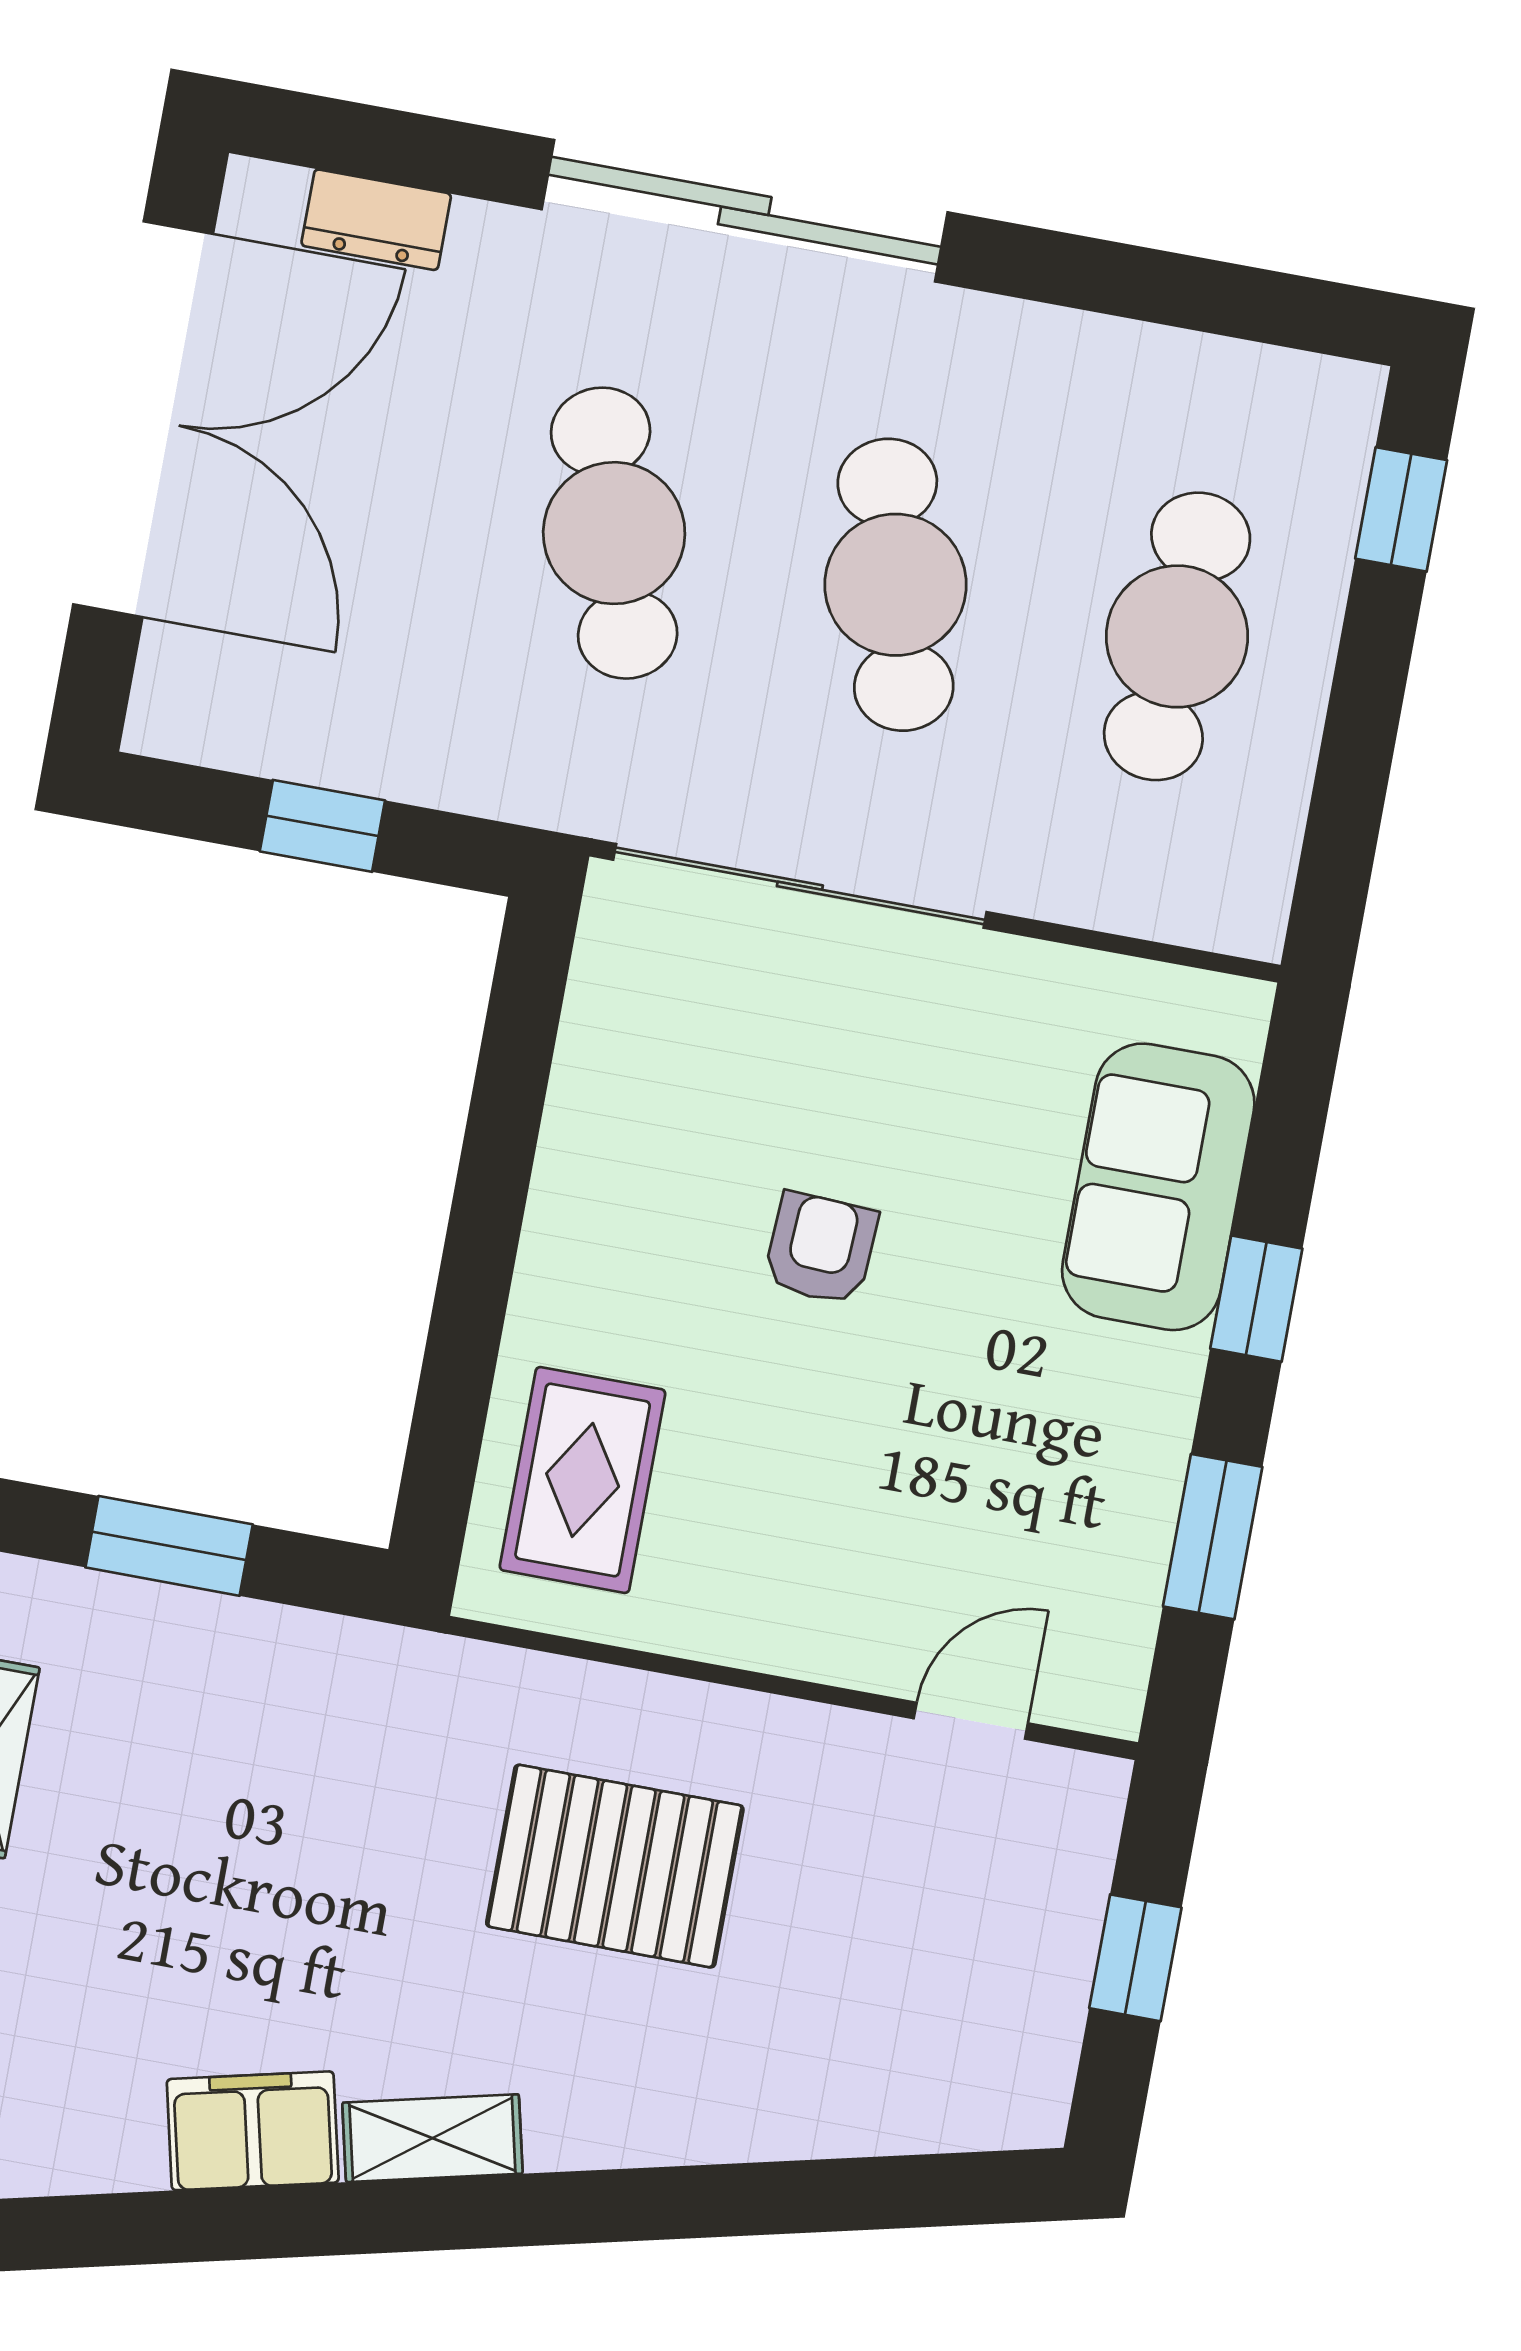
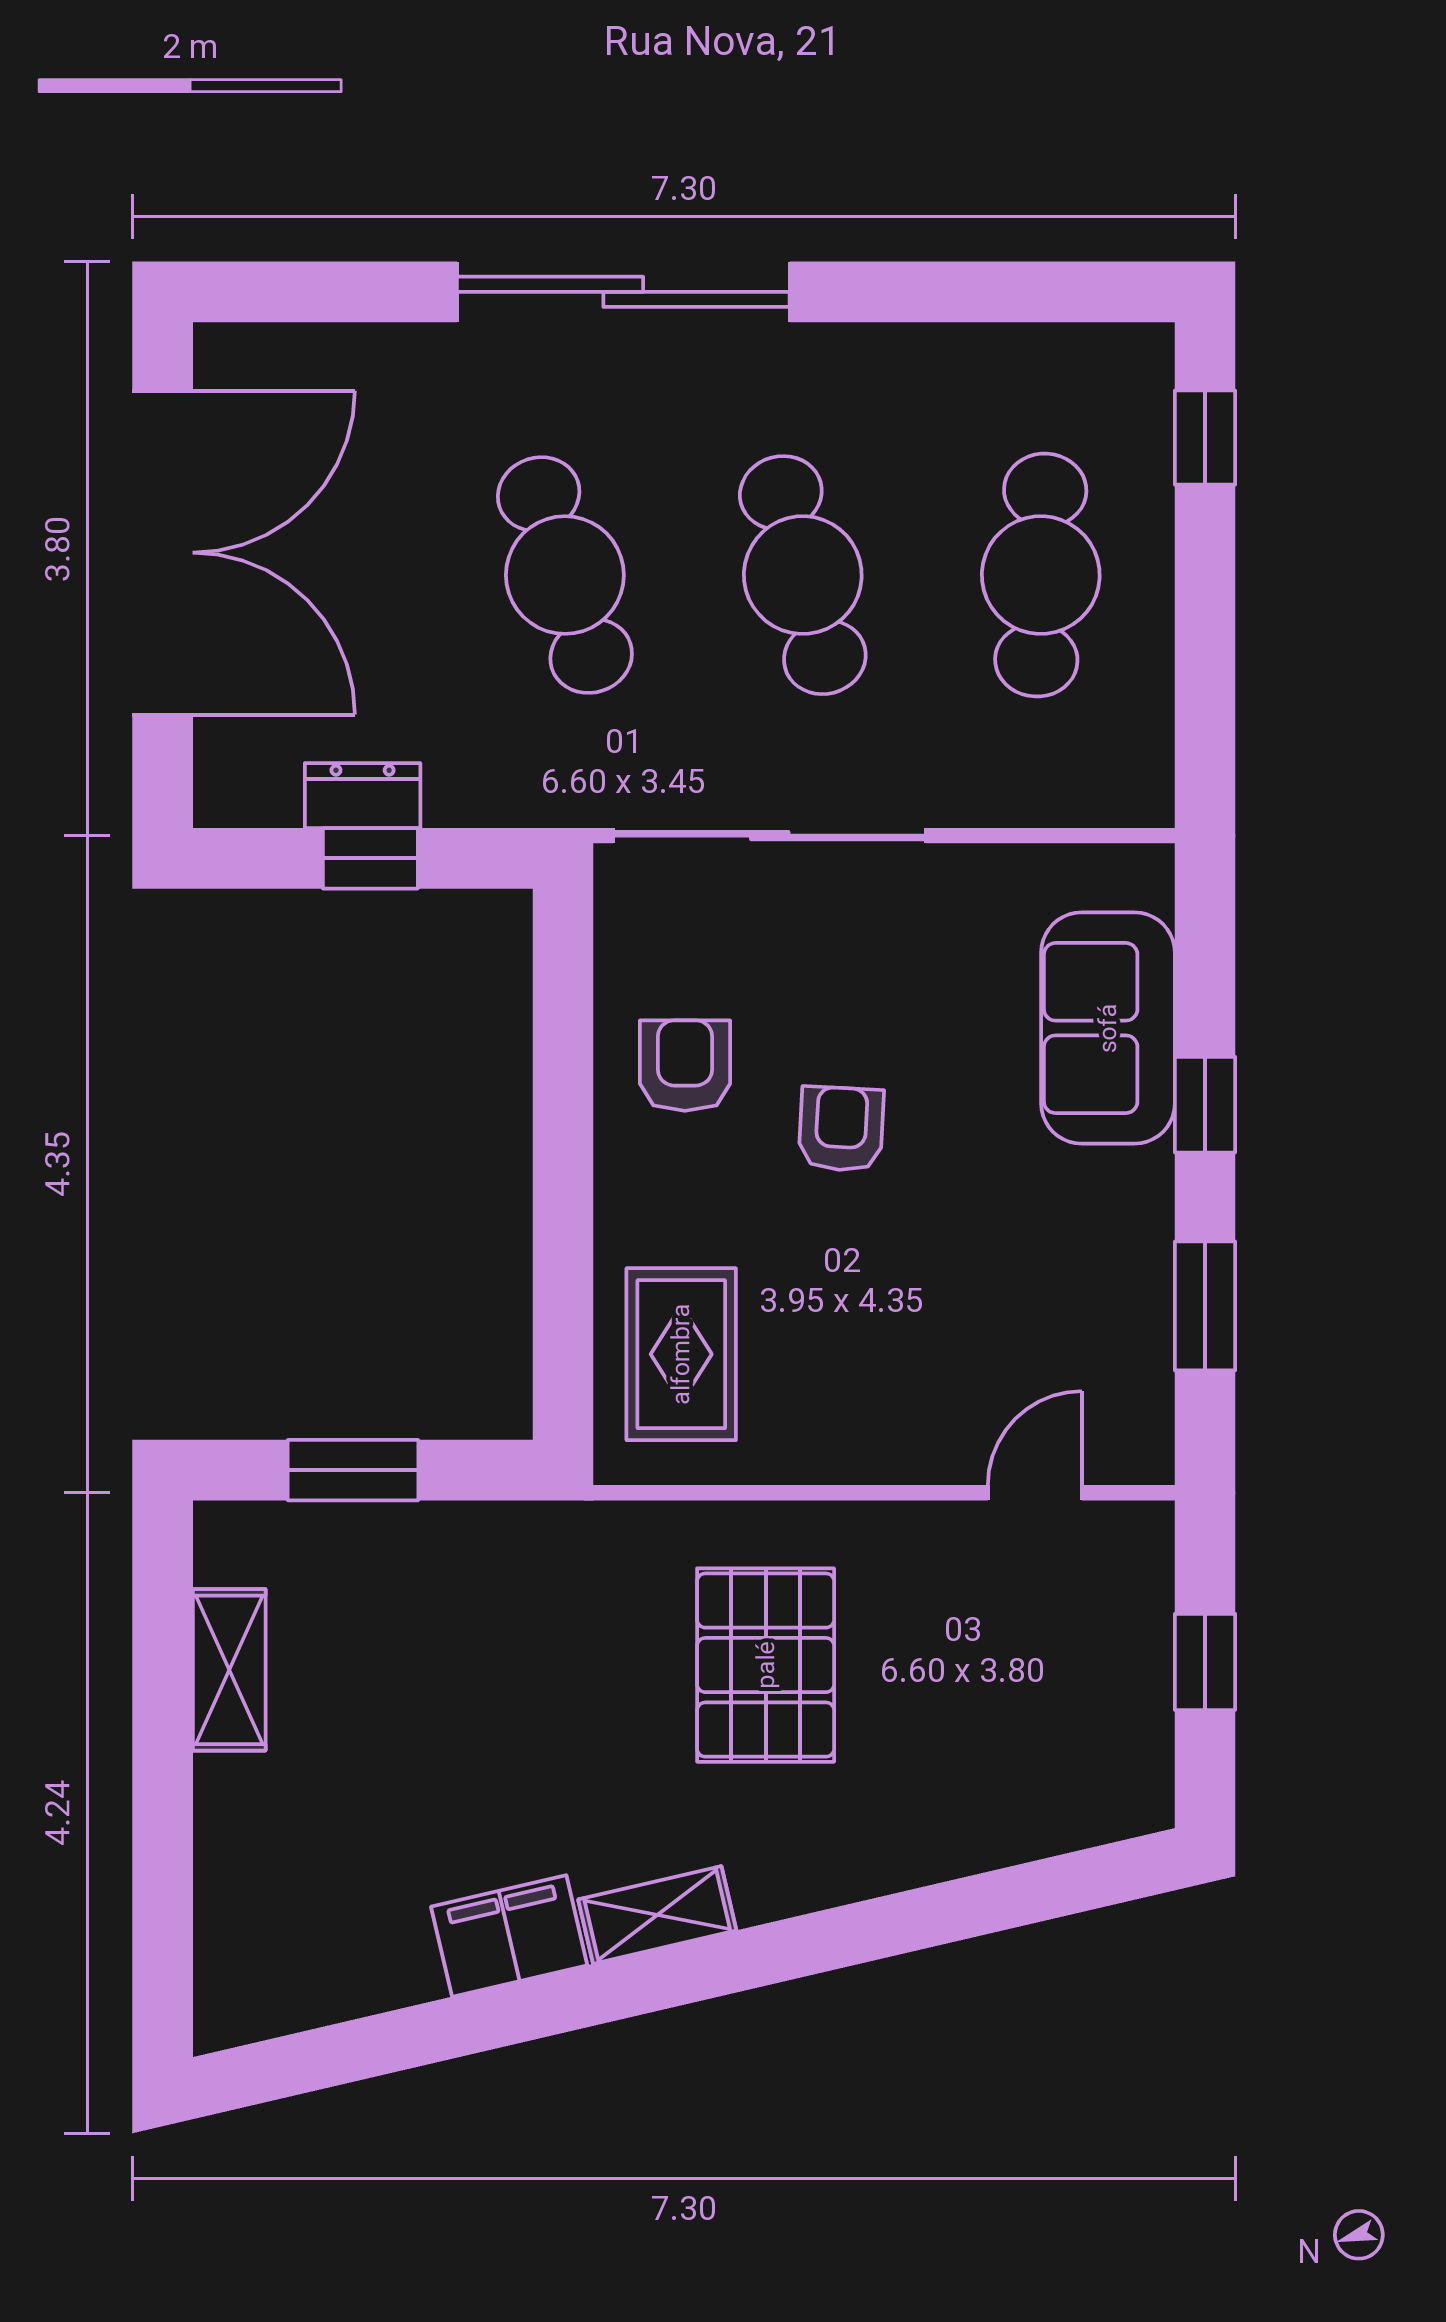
dresser: (376, 220) -> (363, 796), moved, turned 180
armchair: (650, 1139) -> (685, 1066), added
pallet: (615, 1866) -> (766, 1665), turned 90

